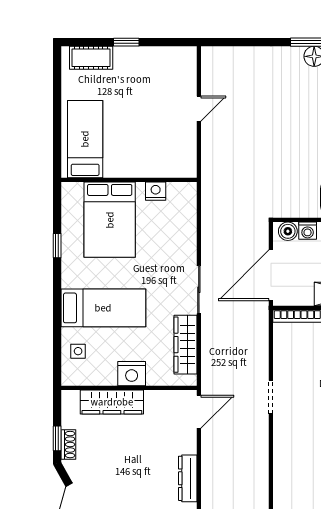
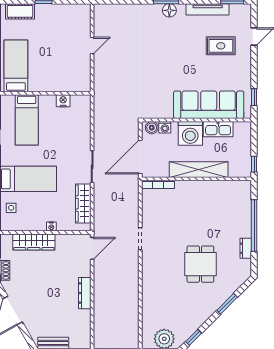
bed: (110, 220) -> (27, 120), width x0.67
nightstand: (132, 374) -> (51, 227), width x0.53, depth x0.56

